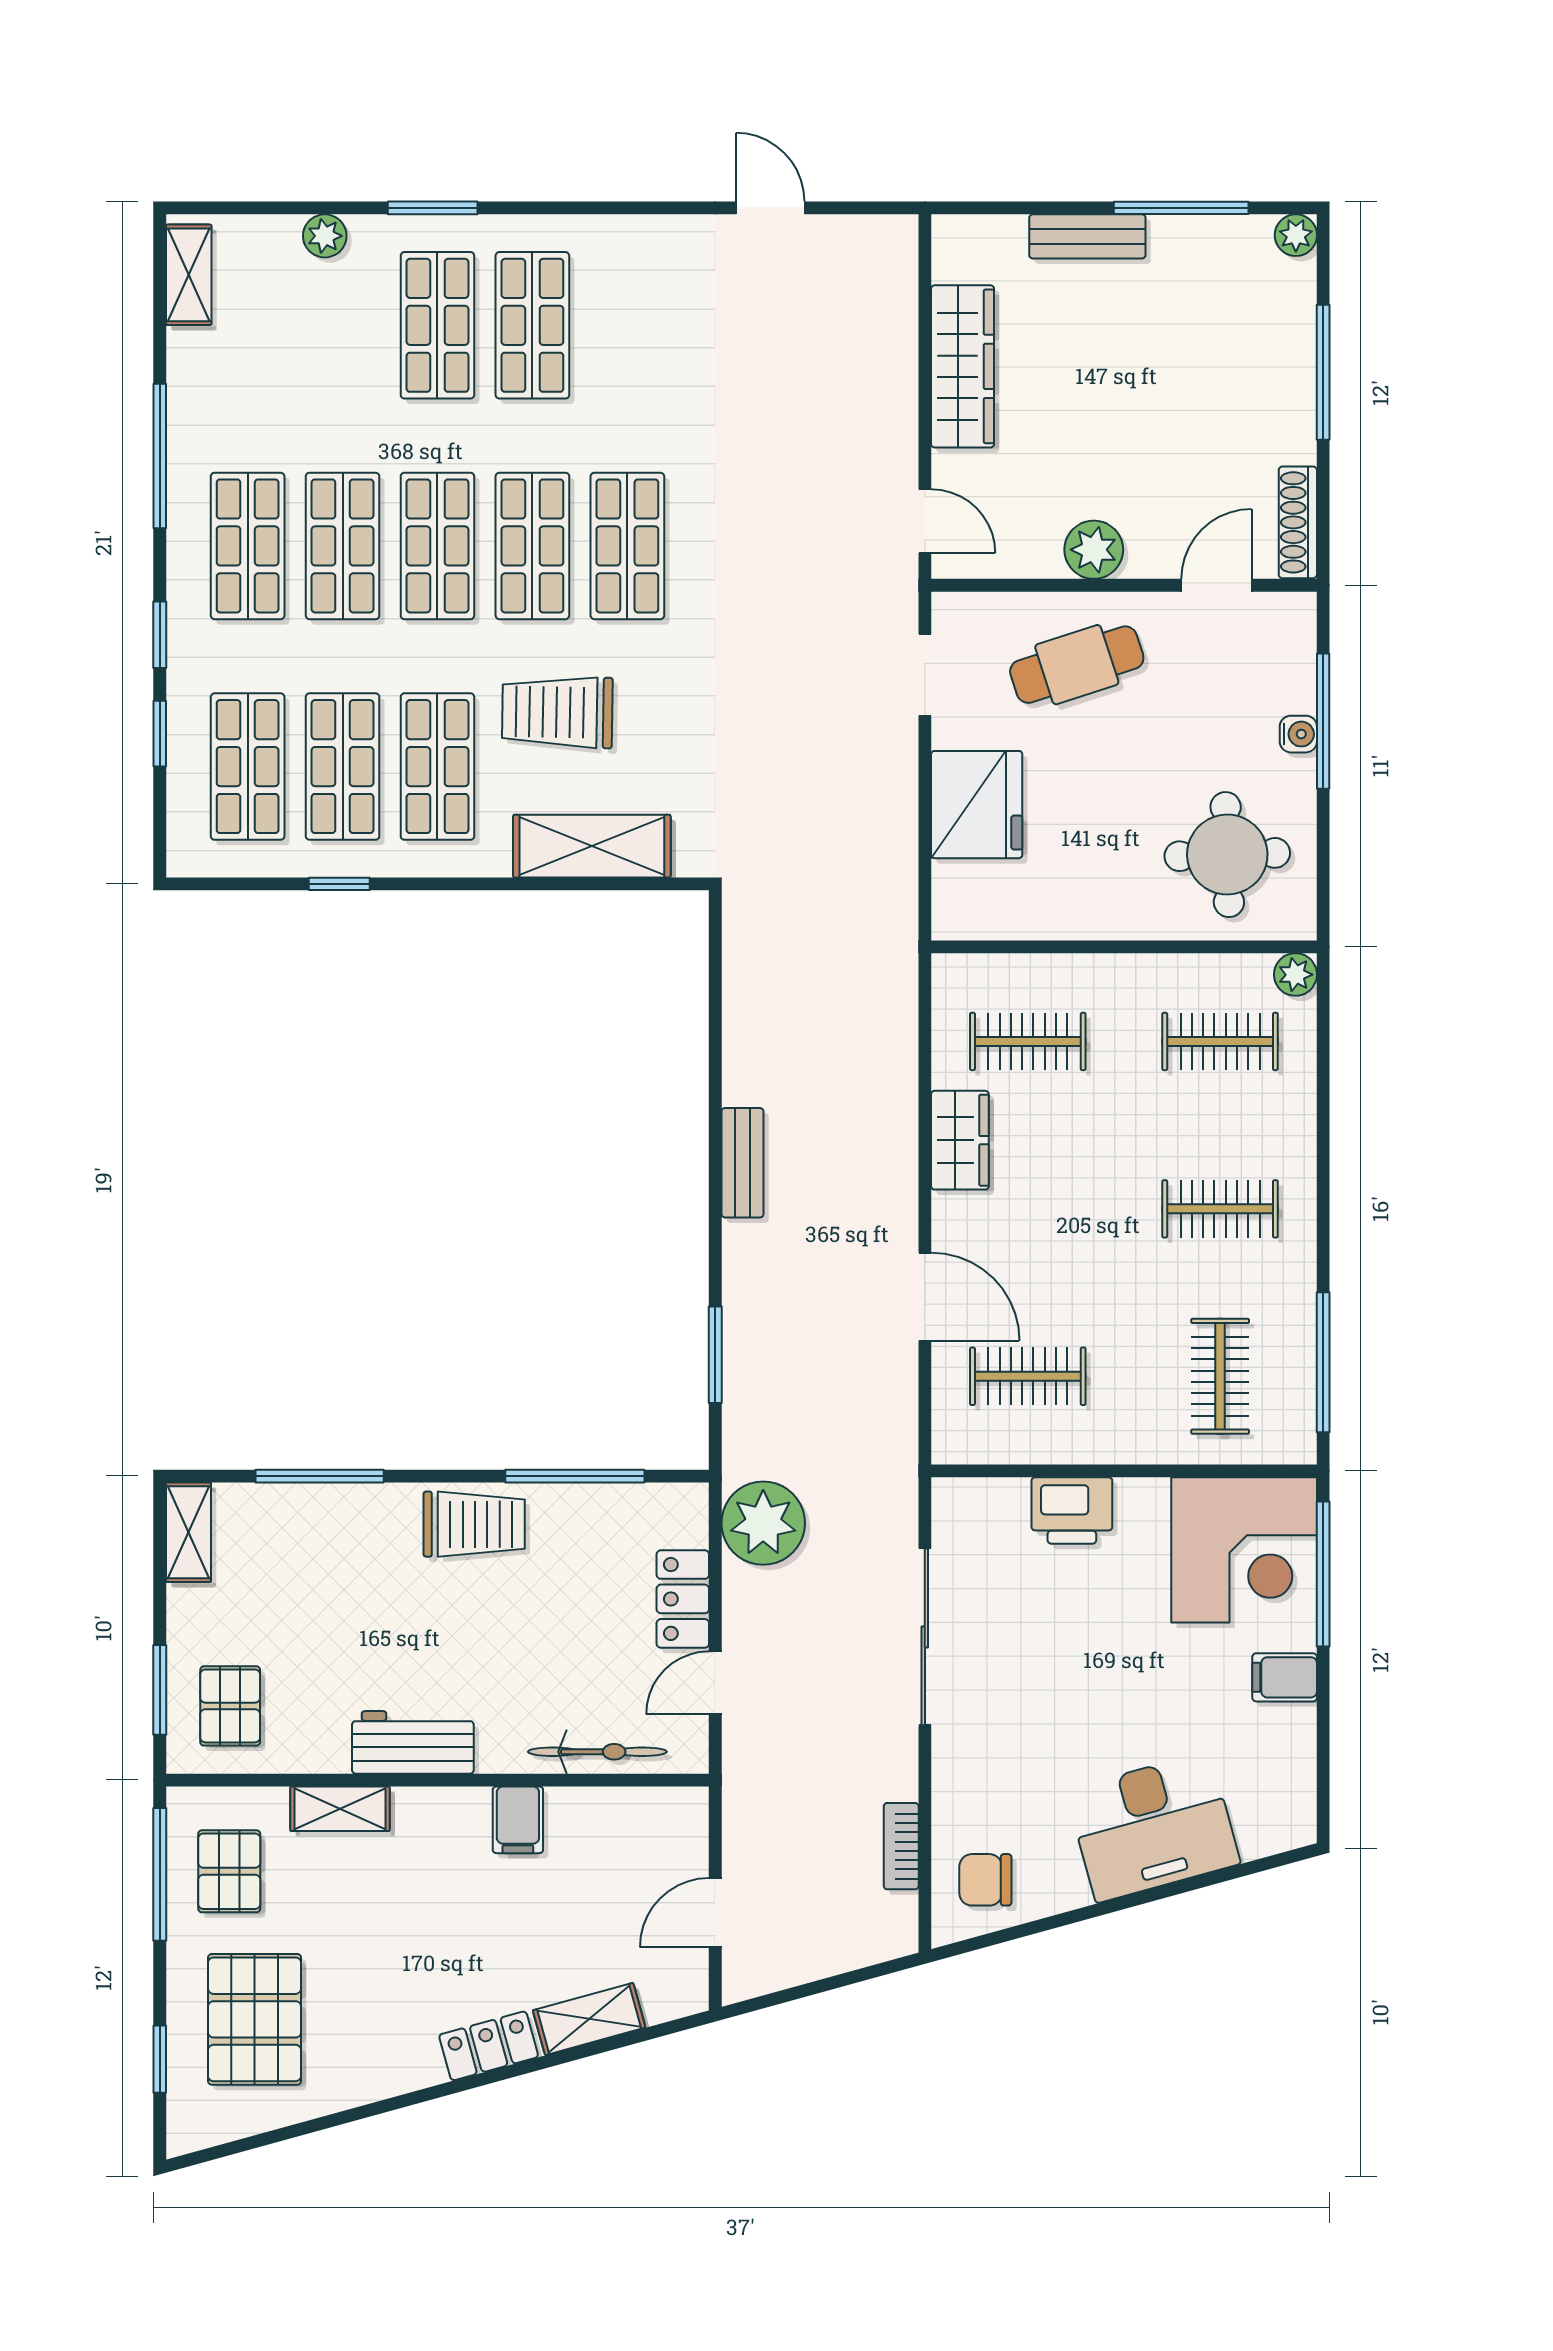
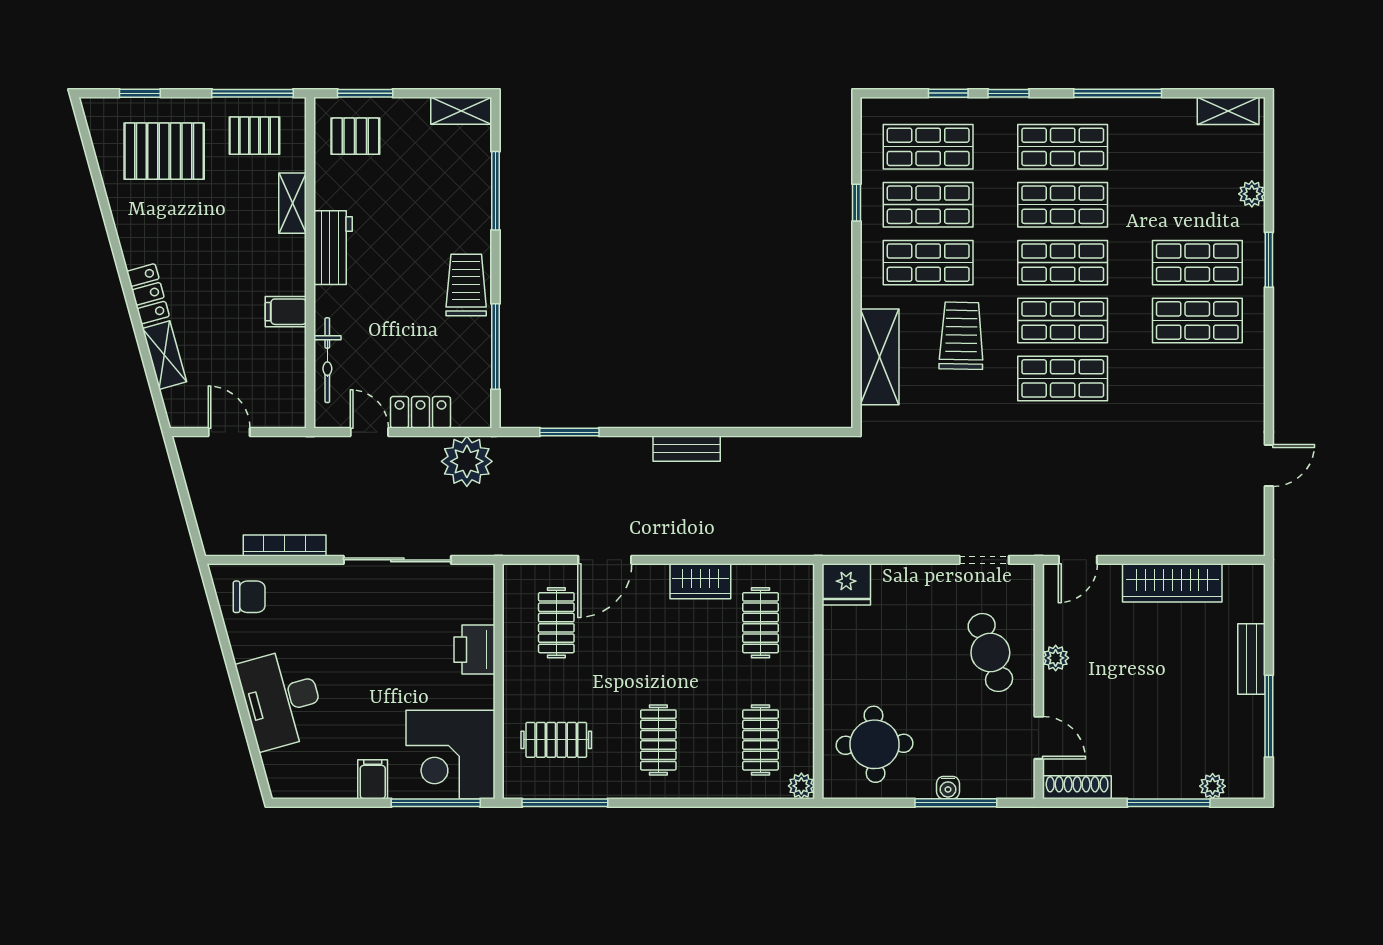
plant: (1296, 235) -> (1213, 786), moved
plant: (1094, 550) -> (1056, 658), width x0.73, depth x0.73
fridge: (977, 805) -> (846, 584), moved, width x0.73, depth x0.75
trolley: (474, 1524) -> (466, 285), turned 180
bookcase: (901, 1846) -> (285, 545), width x1.56
chair: (985, 1880) -> (249, 597), turned 90

